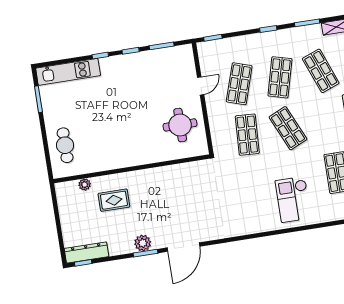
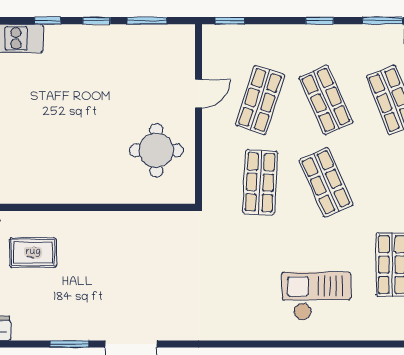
shop shelf: (280, 77) -> (326, 100), turned -39
checkout: (293, 199) -> (316, 296), turned 90
plant: (143, 243) -> (68, 327), removed

